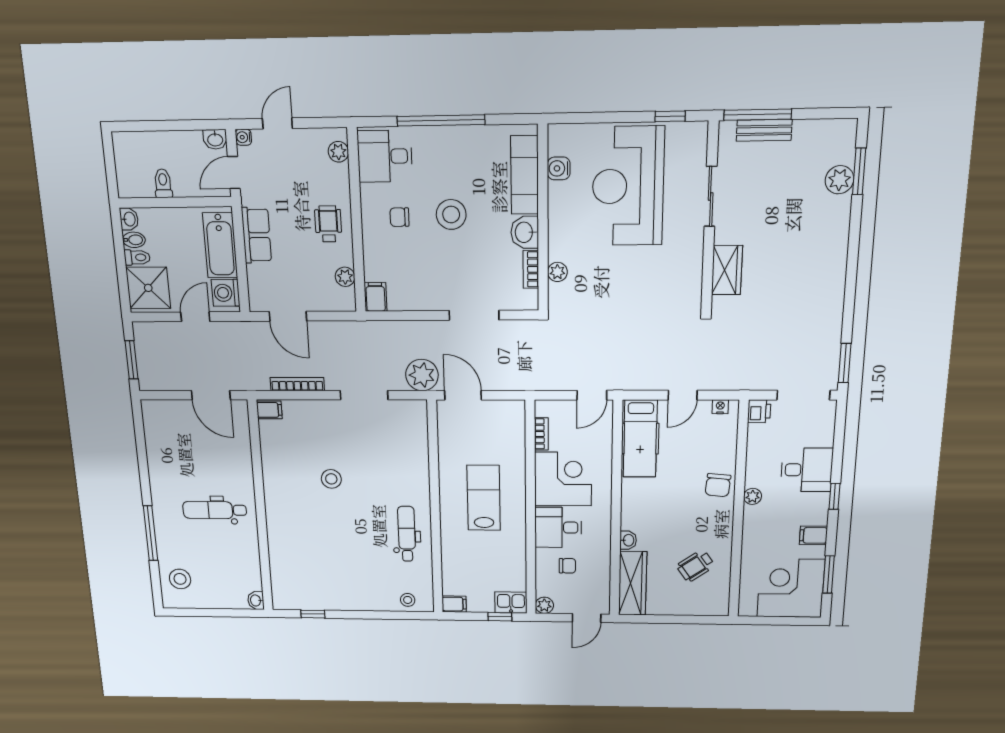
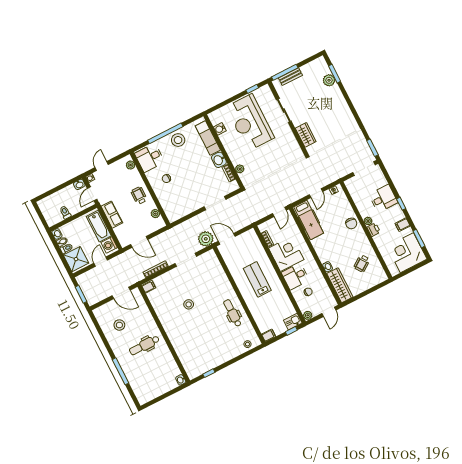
stool: (451, 214) -> (178, 140), moved
filing cabinet: (376, 297) -> (172, 216), removed
printer: (759, 411) -> (374, 230), moved
stool: (180, 579) -> (119, 325), moved

